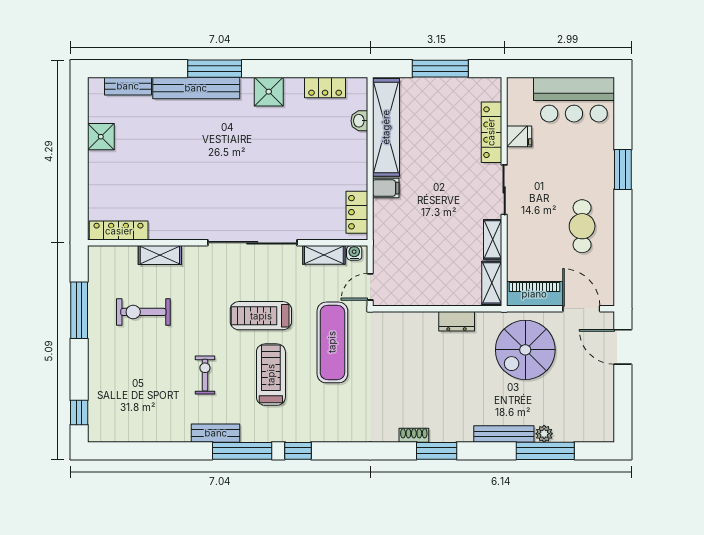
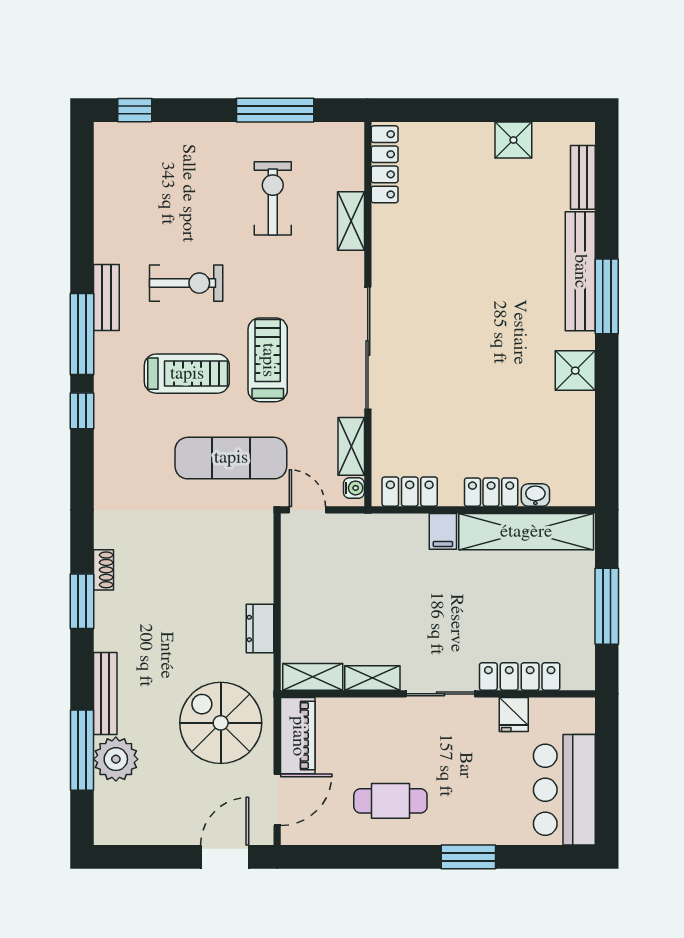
locker: (325, 88) -> (491, 492), moved, turned 90
exercise bike: (205, 375) -> (186, 283), width x1.38, depth x1.39
plant: (544, 434) -> (116, 759), width x1.88, depth x1.88

